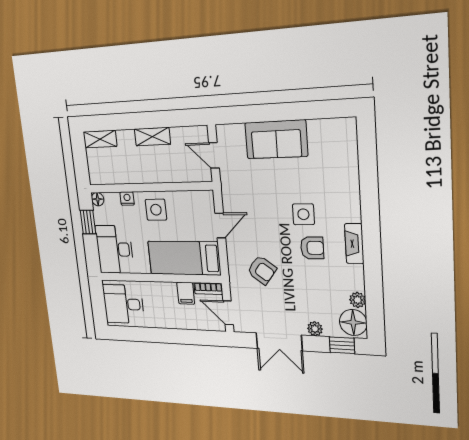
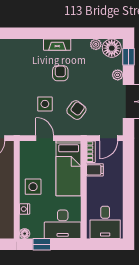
side table: (303, 214) -> (45, 104), moved

